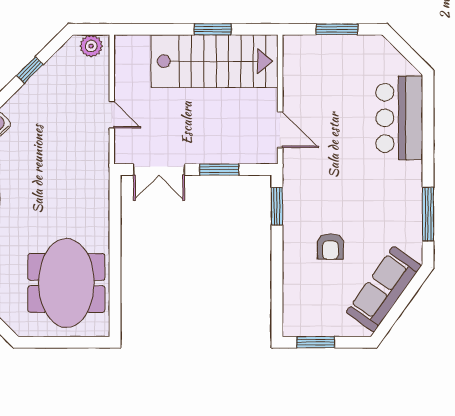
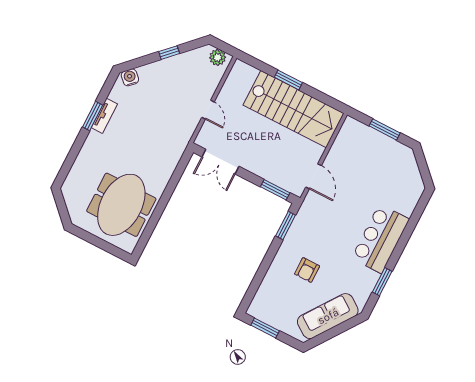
window: (213, 29) -> (288, 80), moved
bar counter: (399, 118) -> (380, 239), moved
window: (219, 170) -> (275, 190), moved
window: (428, 214) -> (382, 282), width x0.69

